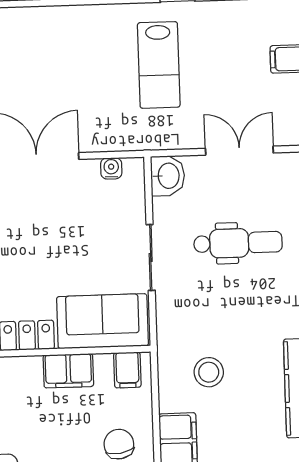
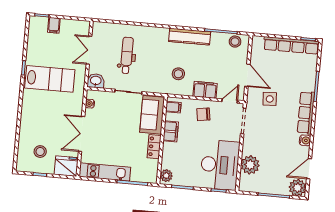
lab bench: (159, 65) -> (50, 79), width x1.36, depth x1.39

